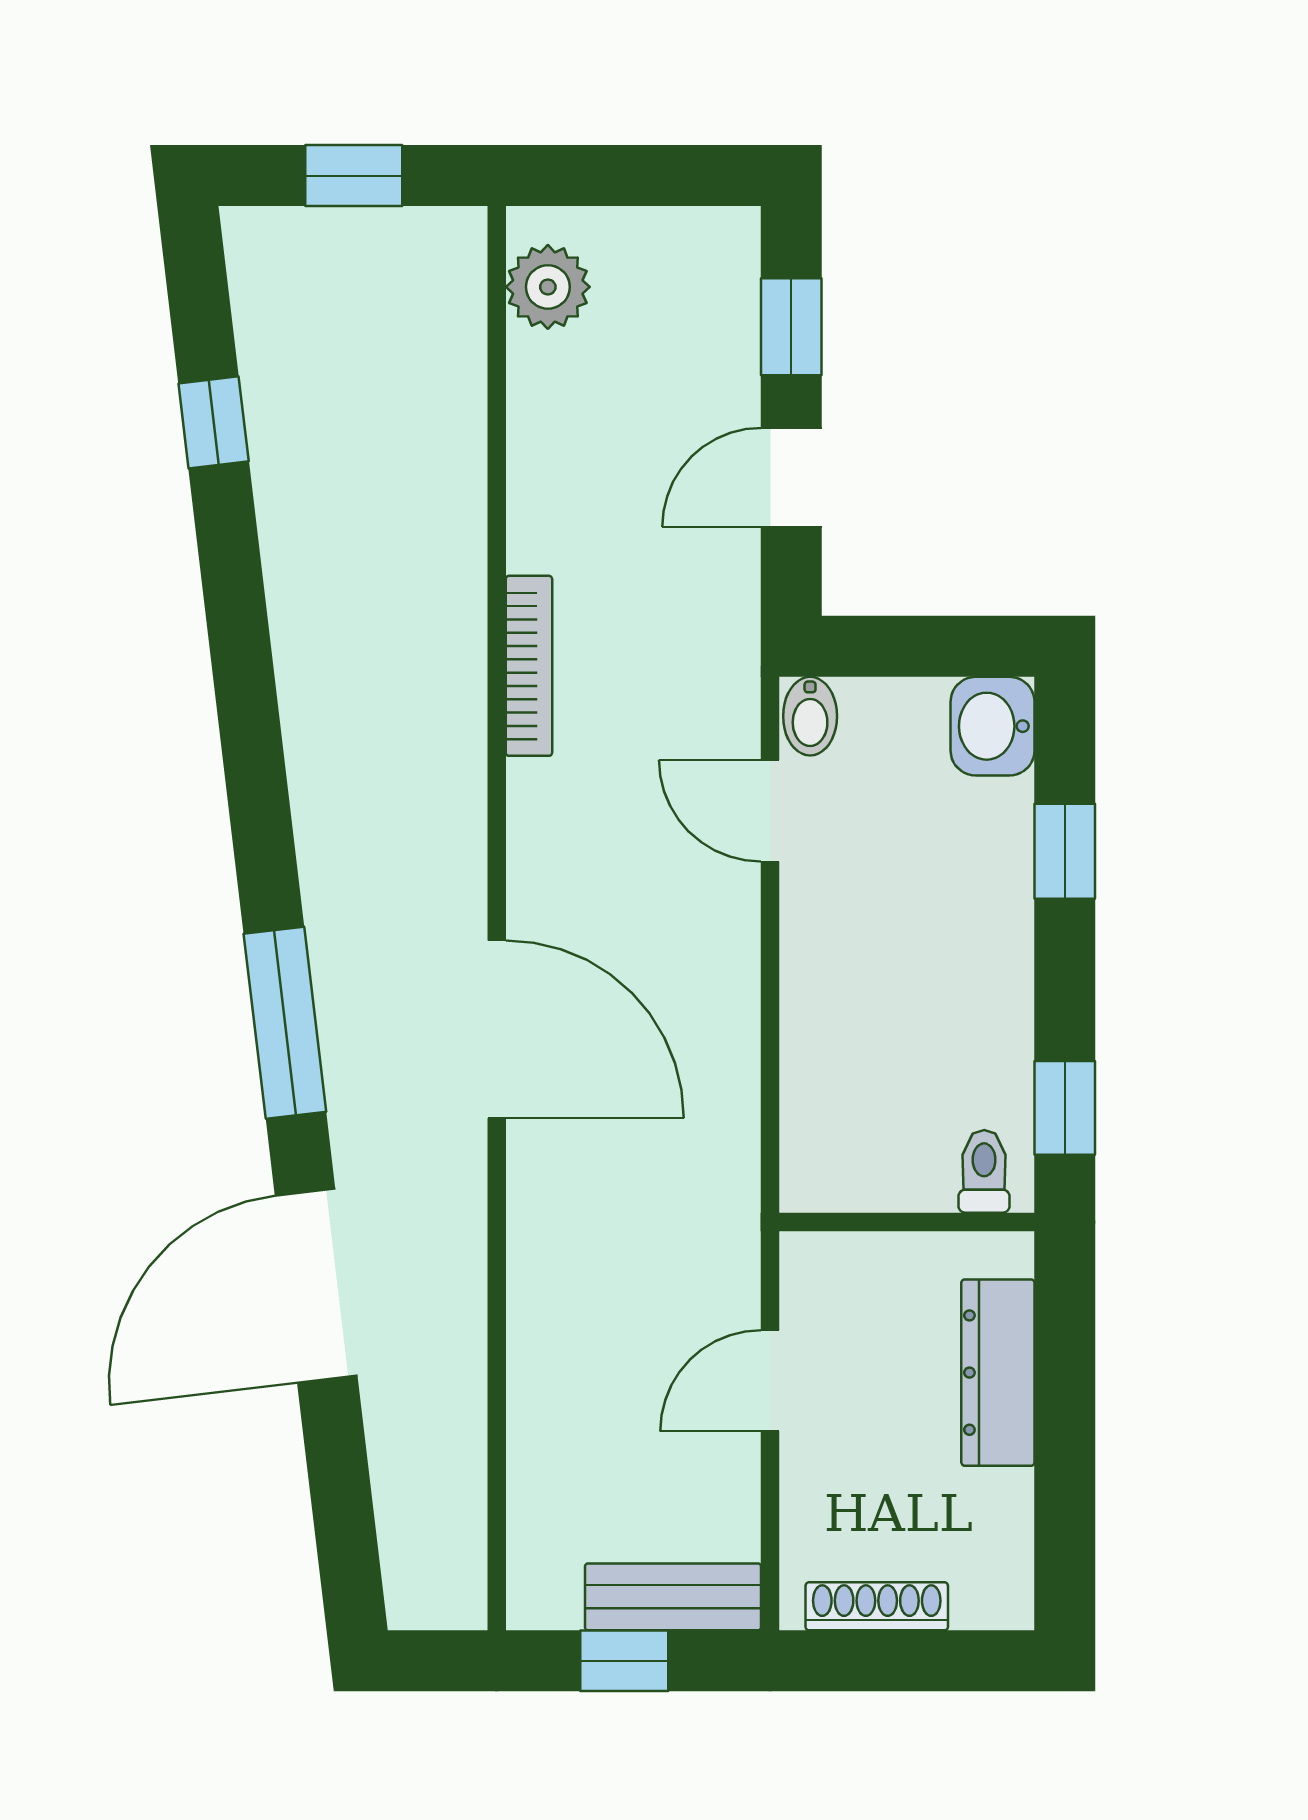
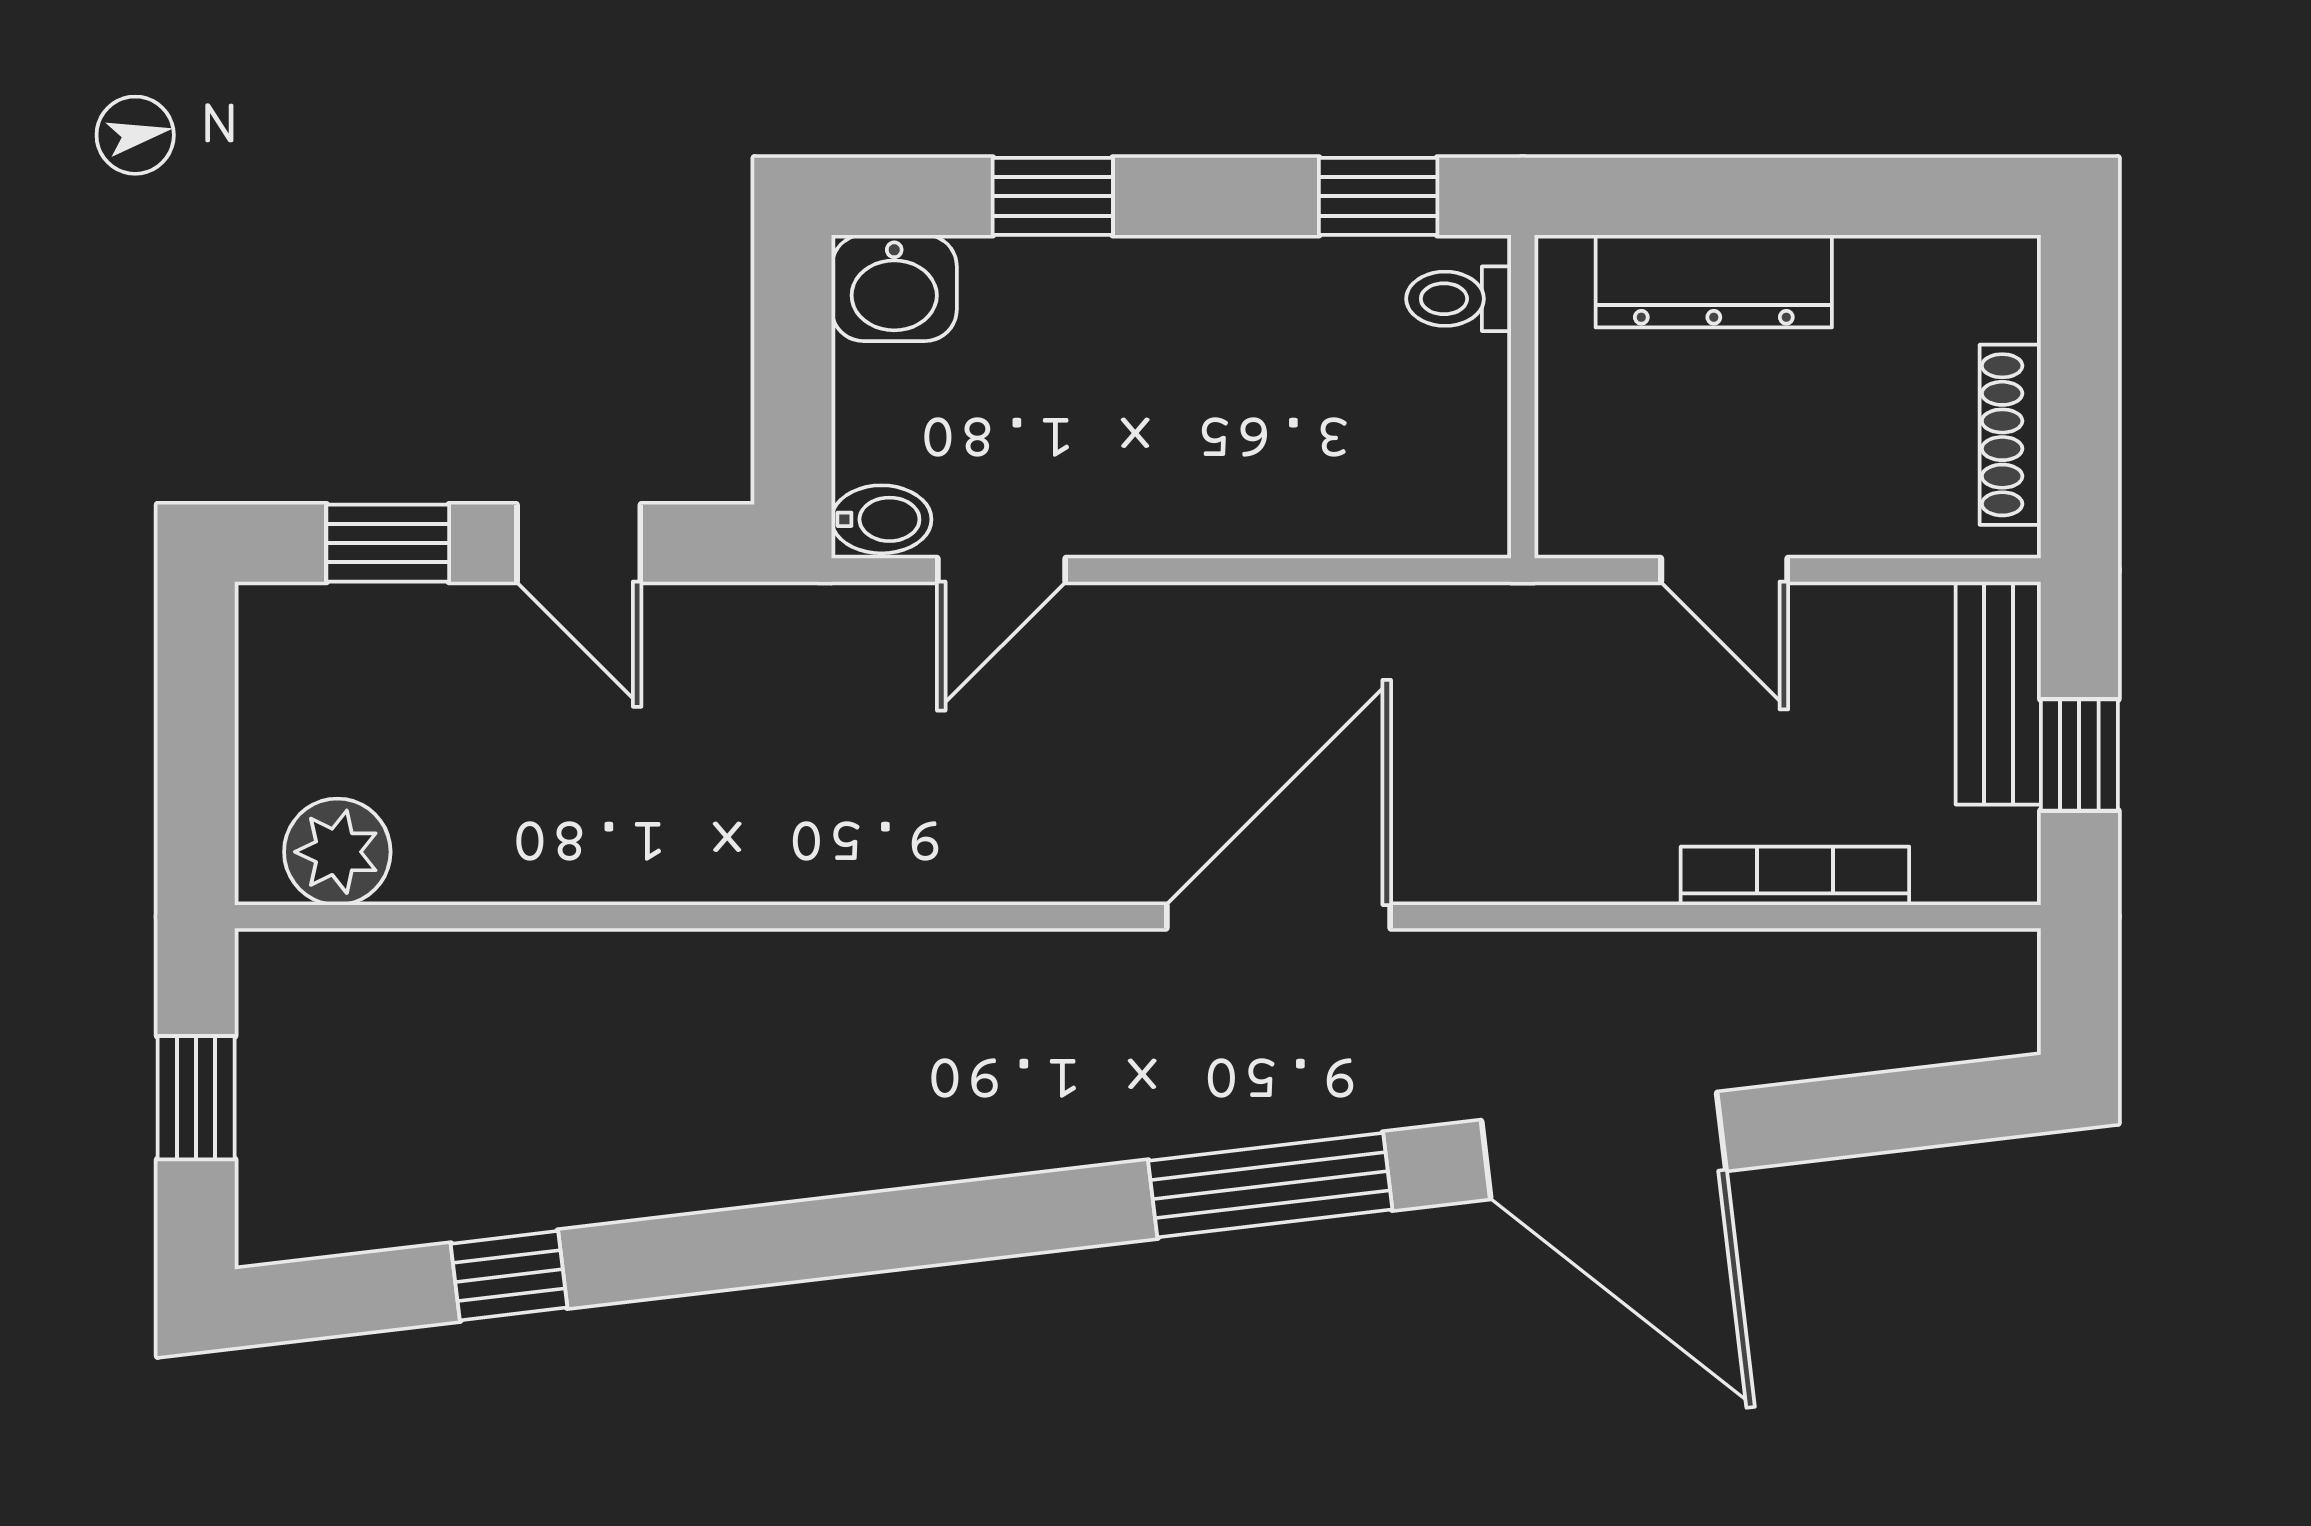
bookcase: (529, 666) -> (1795, 876), moved

